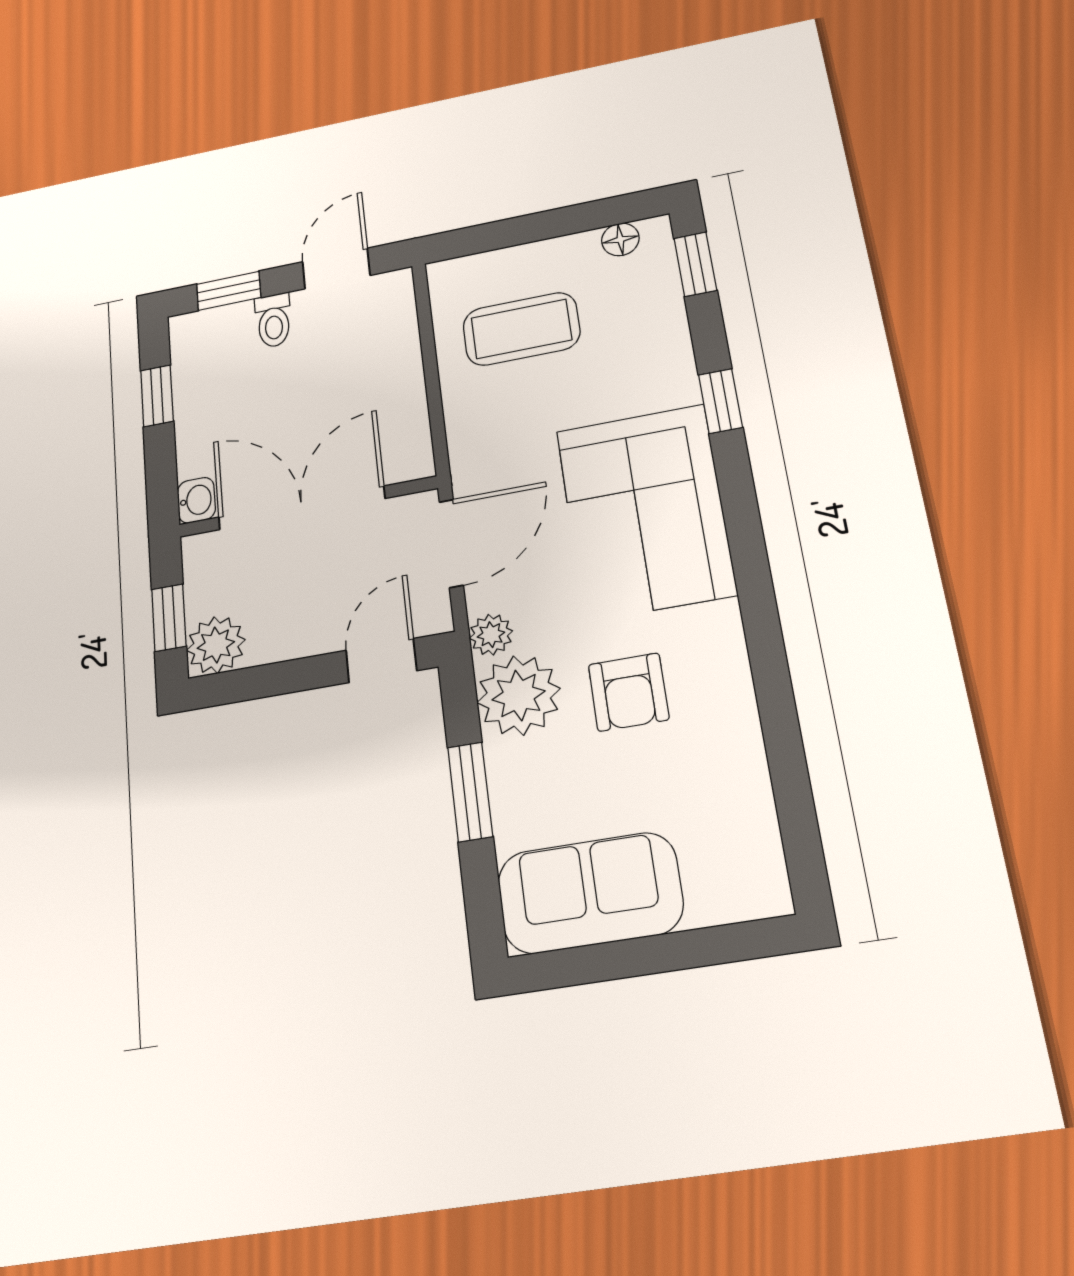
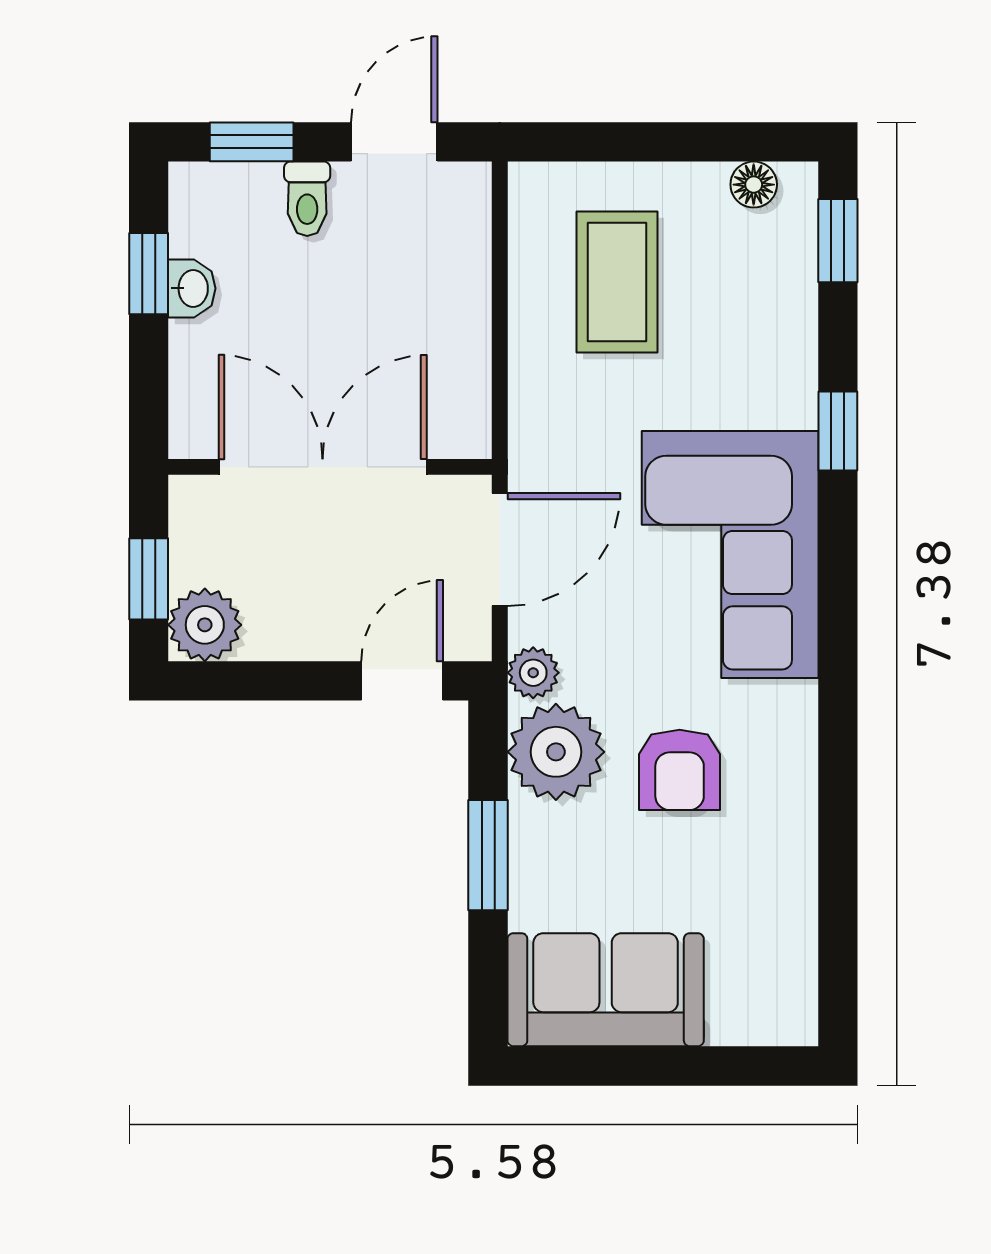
coffee table: (521, 329) -> (617, 282), turned 90
washbasin: (196, 500) -> (192, 288), moved

